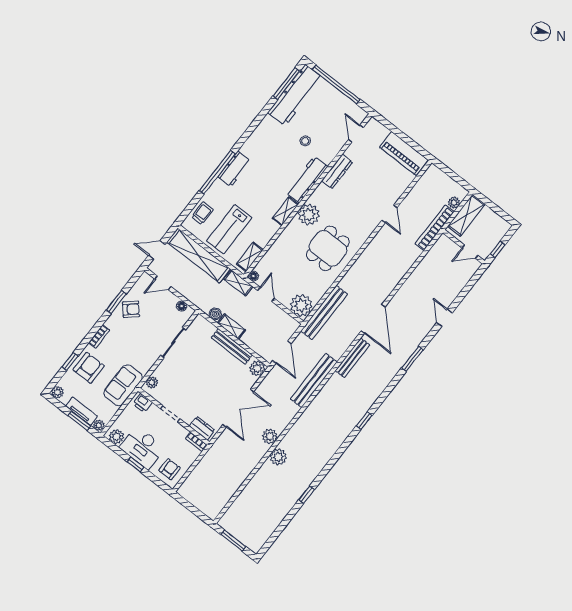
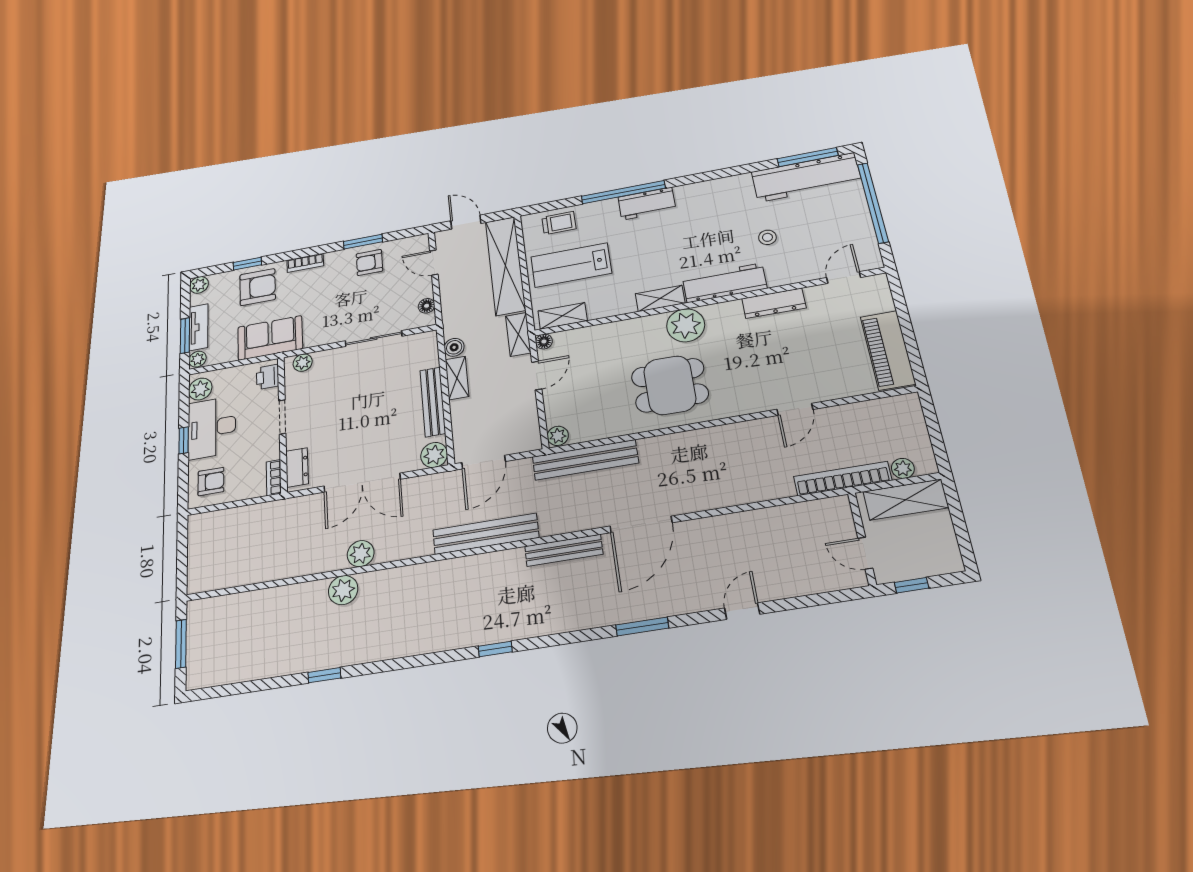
plant: (301, 305) -> (558, 436), width x0.53, depth x0.53
armchair: (131, 309) -> (369, 263), turned 131

